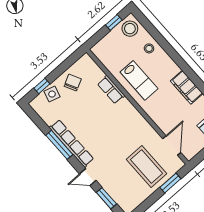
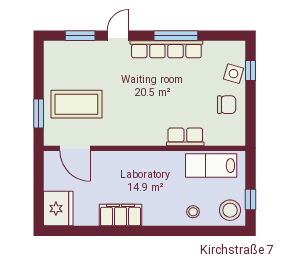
lab bench: (139, 80) -> (211, 166), moved
chair: (73, 83) -> (227, 105), turned -63

